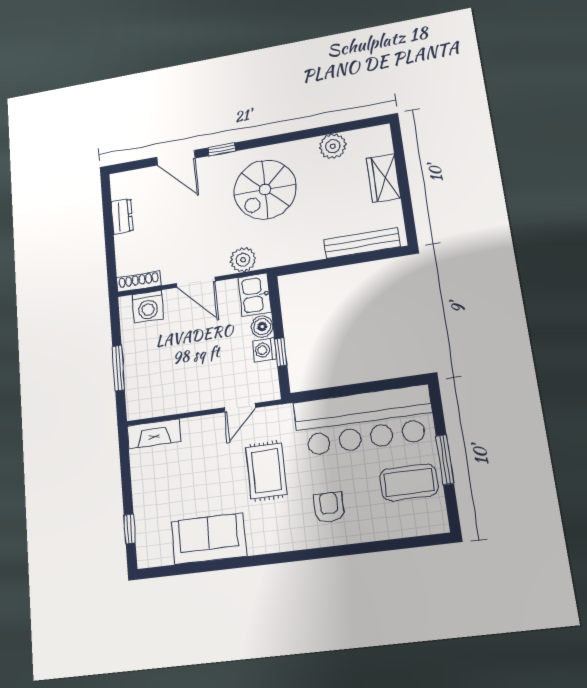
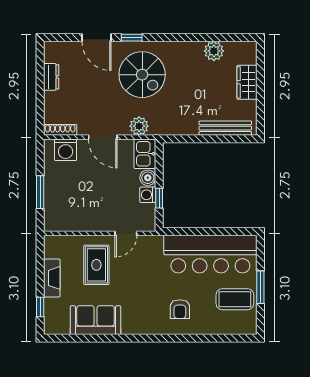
spiral stairs: (265, 190) -> (142, 75), moved, turned -90
fireplace: (154, 434) -> (52, 278), moved, turned -90
rug: (266, 471) -> (96, 265), moved
armchair: (329, 507) -> (180, 309), turned 180

